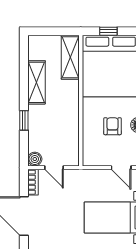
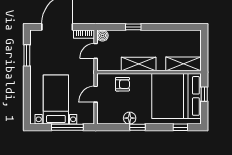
shelving: (36, 82) -> (139, 64), moved
armchair: (113, 126) -> (123, 84), moved
door: (121, 168) -> (96, 94), moved

